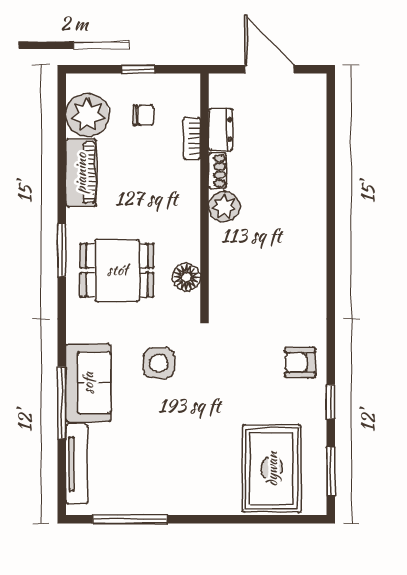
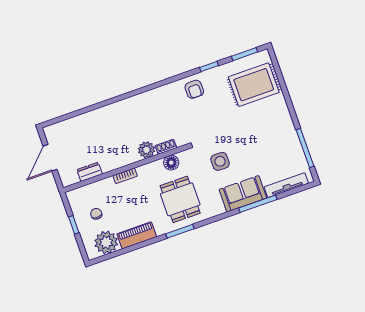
bookcase: (192, 138) -> (125, 176), moved
shoe rack: (217, 171) -> (166, 147), moved
plant: (224, 207) -> (146, 150), moved

